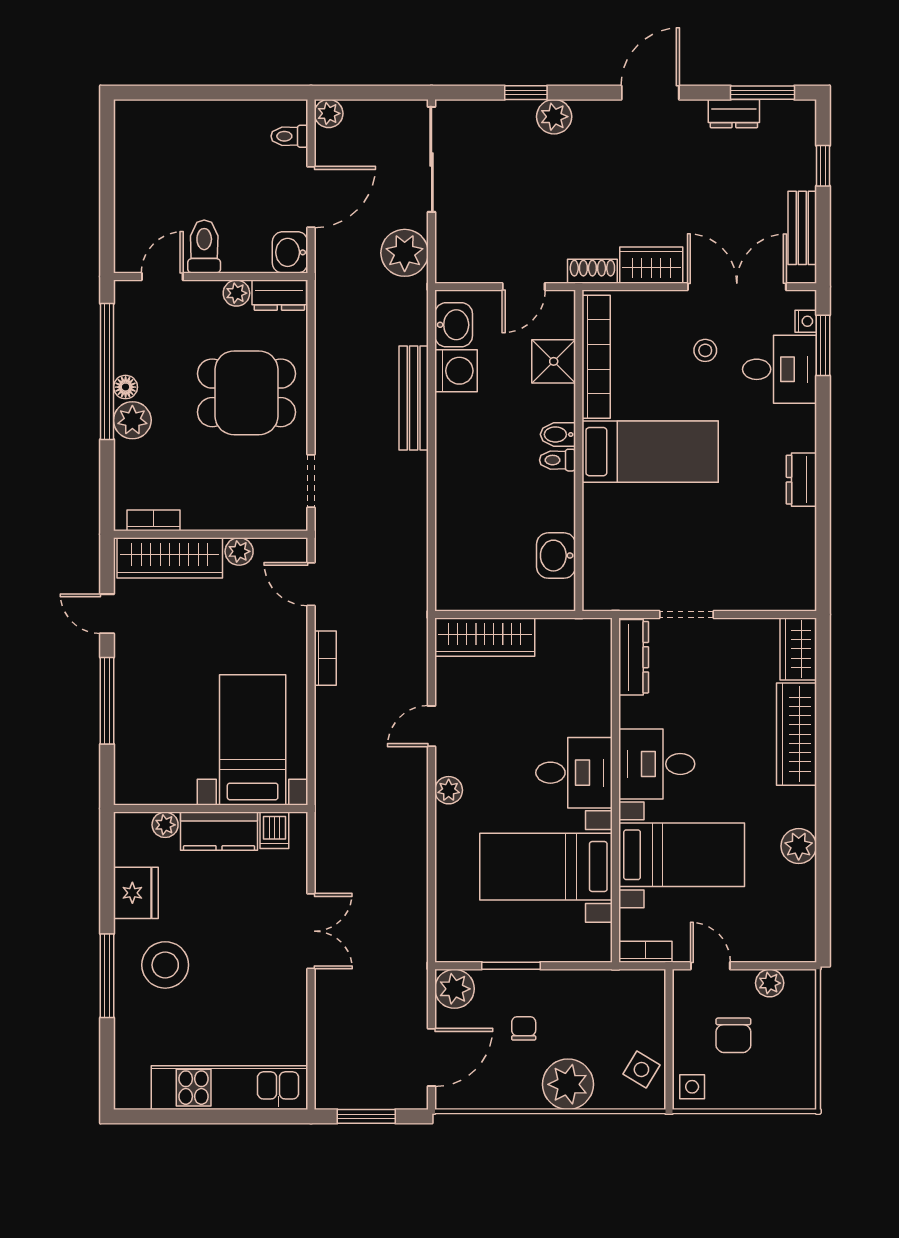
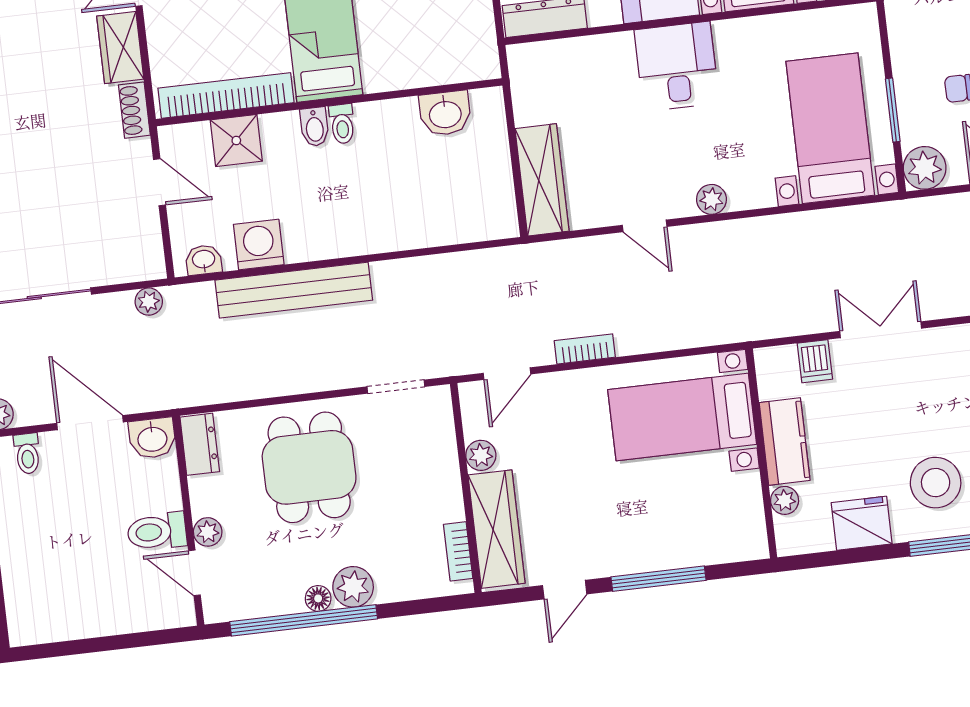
plant: (405, 253) -> (149, 302), width x0.53, depth x0.53
plant: (236, 293) -> (208, 532), moved
washbasin: (454, 325) -> (204, 260), width x0.72, depth x0.69
bench: (414, 398) -> (294, 290), width x1.37, depth x1.21
dishwasher: (274, 830) -> (815, 361), moved, turned 90
bed with nightstands: (546, 867) -> (830, 128), moved, turned 180

